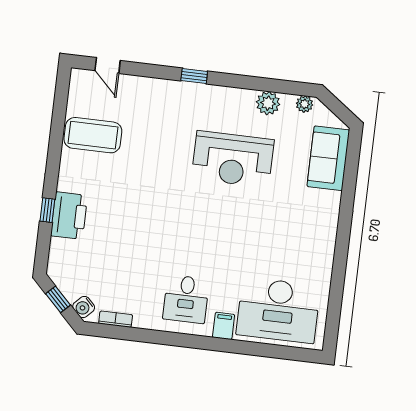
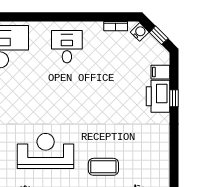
coffee table: (93, 135) -> (103, 167), moved, width x0.73, depth x0.76
filing cabinet: (224, 326) -> (160, 72), moved, turned 90

